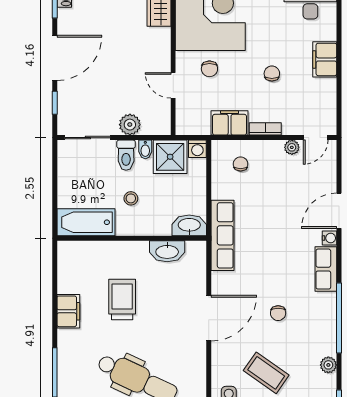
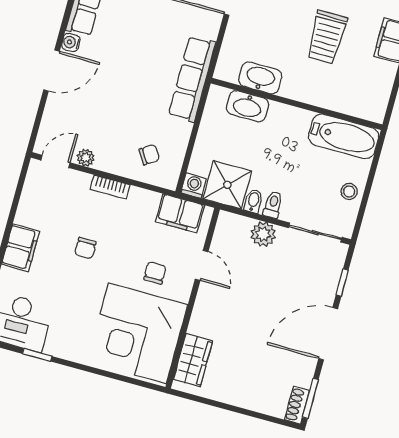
filing cabinet: (230, 123) -> (180, 213), moved
toilet: (126, 155) -> (273, 205), width x0.73, depth x0.72
chair: (241, 164) -> (149, 155), turned -123
stool: (131, 198) -> (349, 192), moved
washbasin: (189, 225) -> (247, 106), moved

